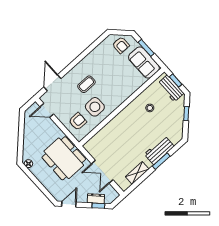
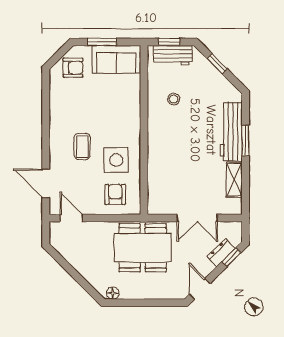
door: (47, 110) -> (71, 218), swing flipped
workbench: (159, 150) -> (231, 132), width x1.38

